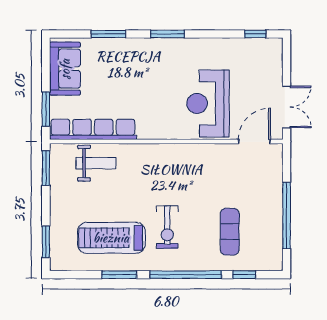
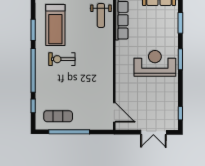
reception desk: (208, 103) -> (155, 63), moved
double door: (287, 107) -> (153, 132), moved
exercise mat: (230, 232) -> (58, 116), moved
treadmill: (111, 238) -> (55, 25), turned 180

